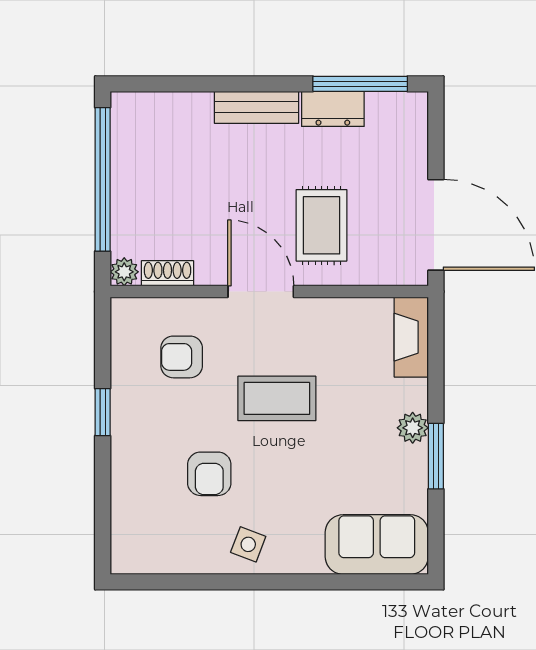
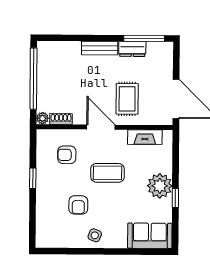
fireplace: (411, 337) -> (145, 137), moved, turned -90
plant: (413, 428) -> (160, 186), width x1.88, depth x1.88
window: (436, 456) -> (175, 198), width x0.67

